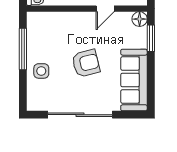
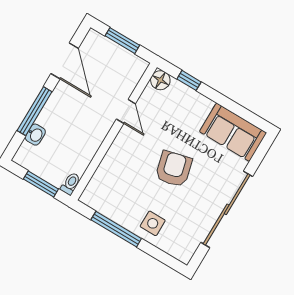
window: (151, 38) -> (189, 80), width x0.67
sofa: (134, 80) -> (233, 132), width x0.73

